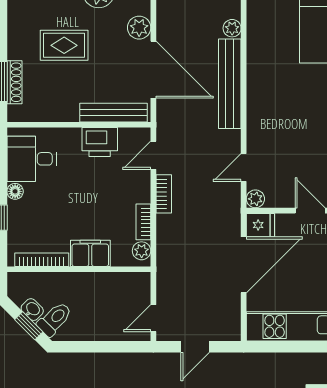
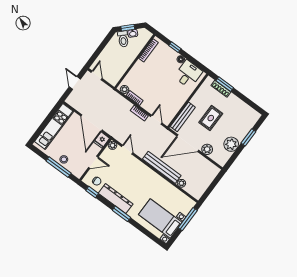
rug: (64, 45) -> (211, 118), moved
printer: (100, 142) -> (176, 104), removed
filing cabinet: (90, 253) -> (138, 70), removed

